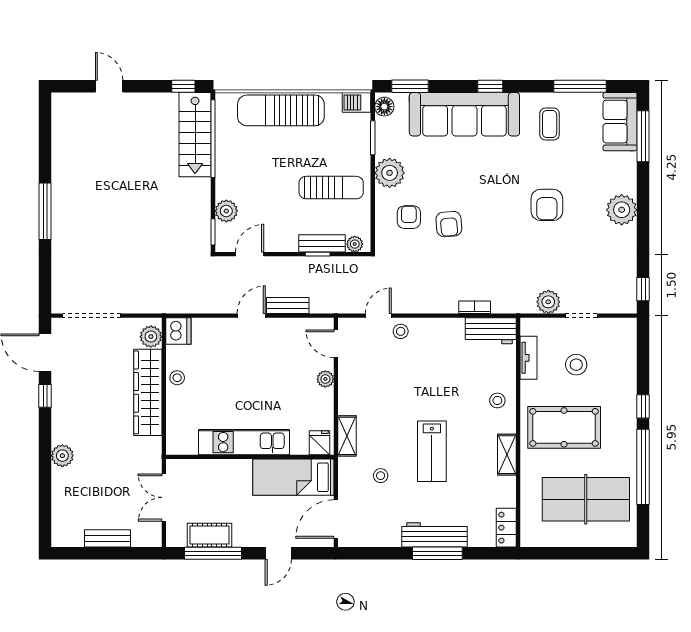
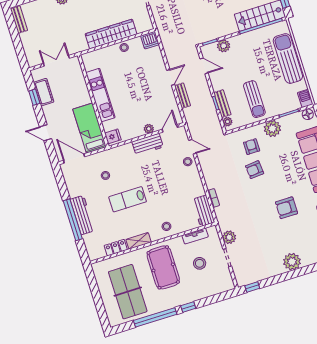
armchair: (547, 205) -> (287, 208), moved
armchair: (409, 217) -> (252, 147), turned -90
door: (251, 316) -> (171, 77), hinge flipped
plant: (151, 337) -> (142, 26), removed
workbench: (351, 389) -> (148, 144), added
shelving: (347, 436) -> (121, 150), removed
locker: (506, 528) -> (116, 248), moved
bench: (107, 538) -> (19, 20), moved
window: (213, 553) -> (34, 97), width x0.46
window: (437, 553) -> (73, 220), width x1.46

